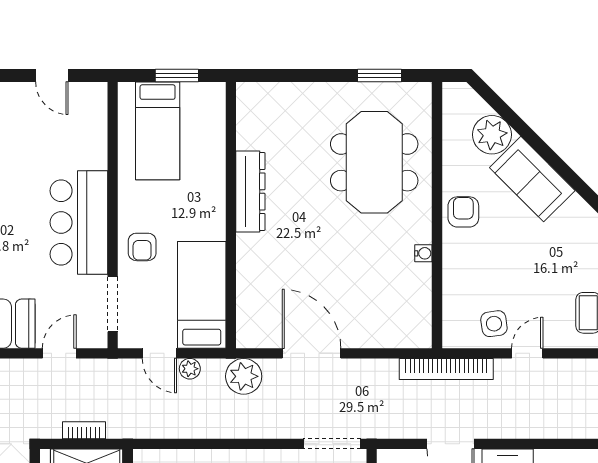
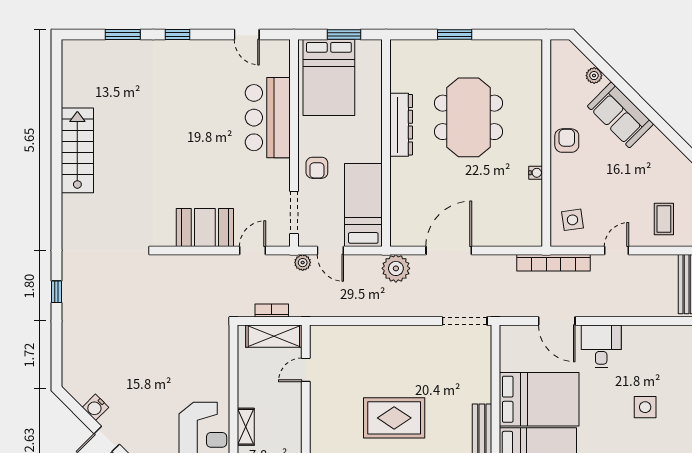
window: (379, 75) -> (455, 34), moved
bed: (158, 131) -> (329, 77), width x1.50
plant: (492, 135) -> (594, 76), width x0.53, depth x0.53
meeting table: (374, 162) -> (468, 117), moved
bar counter: (79, 222) -> (268, 118), moved
side table: (494, 324) -> (572, 220), moved
door: (312, 353) -> (449, 251), hinge flipped
plant: (190, 369) -> (303, 263), moved

